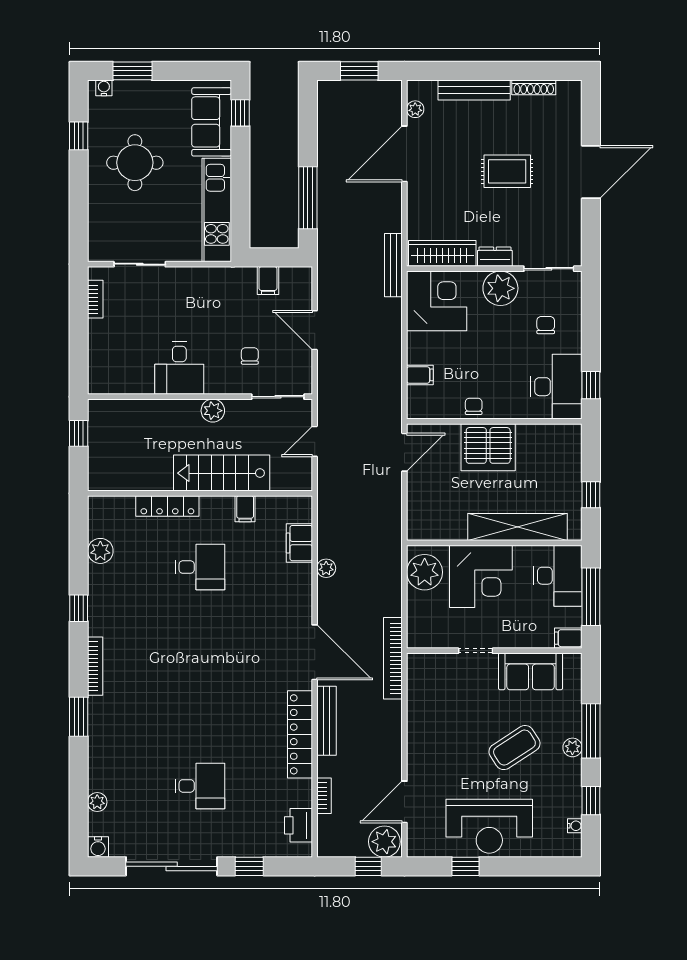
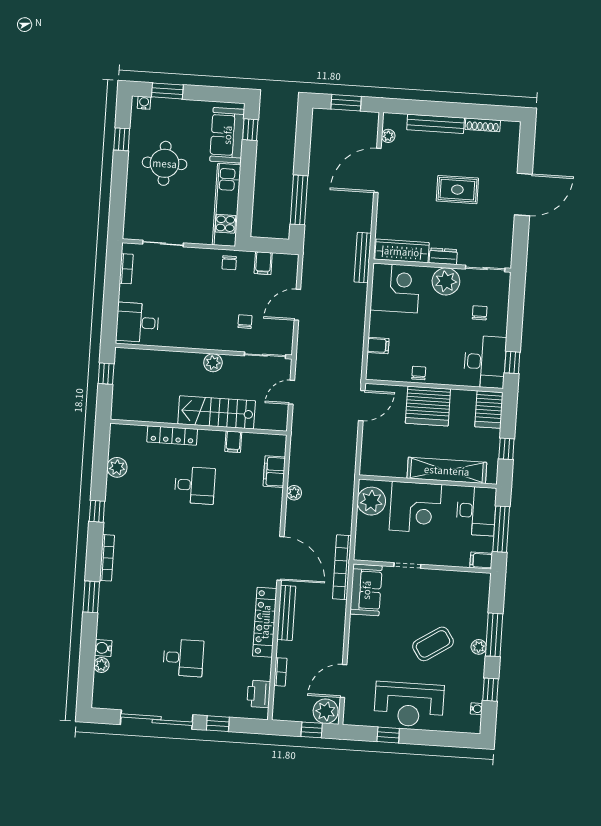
chair: (225, 283) -> (229, 263), added
door: (315, 330) -> (297, 305), hinge flipped
desk: (179, 368) -> (137, 322), moved, turned 90
server rack: (566, 447) -> (489, 410), added
sofa: (531, 671) -> (366, 590), moved, turned -90
water cooler: (98, 847) -> (103, 648), moved, turned 90

